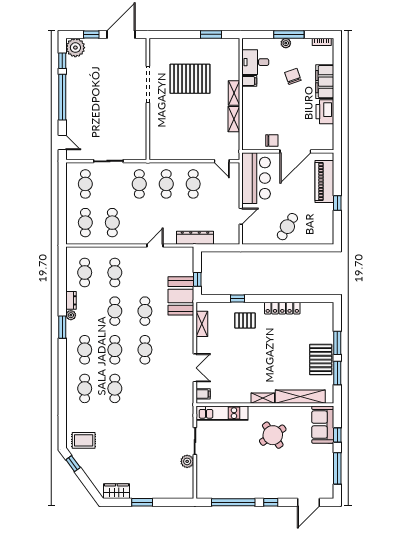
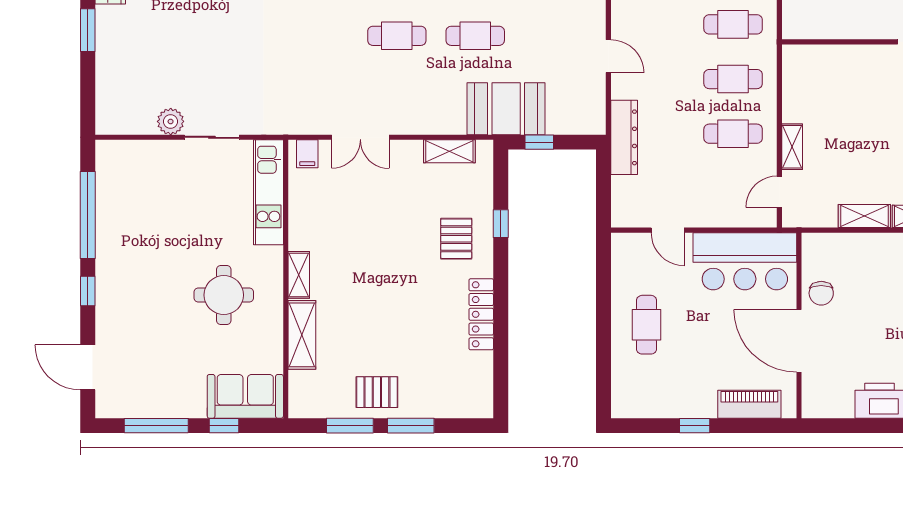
shelving: (200, 155) -> (792, 147), added
piano: (324, 182) -> (749, 404), width x0.73, depth x0.75
cafe table: (287, 227) -> (647, 325), turned 59
pallet: (321, 360) -> (377, 392), width x0.67, depth x0.71
shelving: (300, 397) -> (302, 335), width x0.68
round table: (273, 435) -> (224, 295), turned 34

